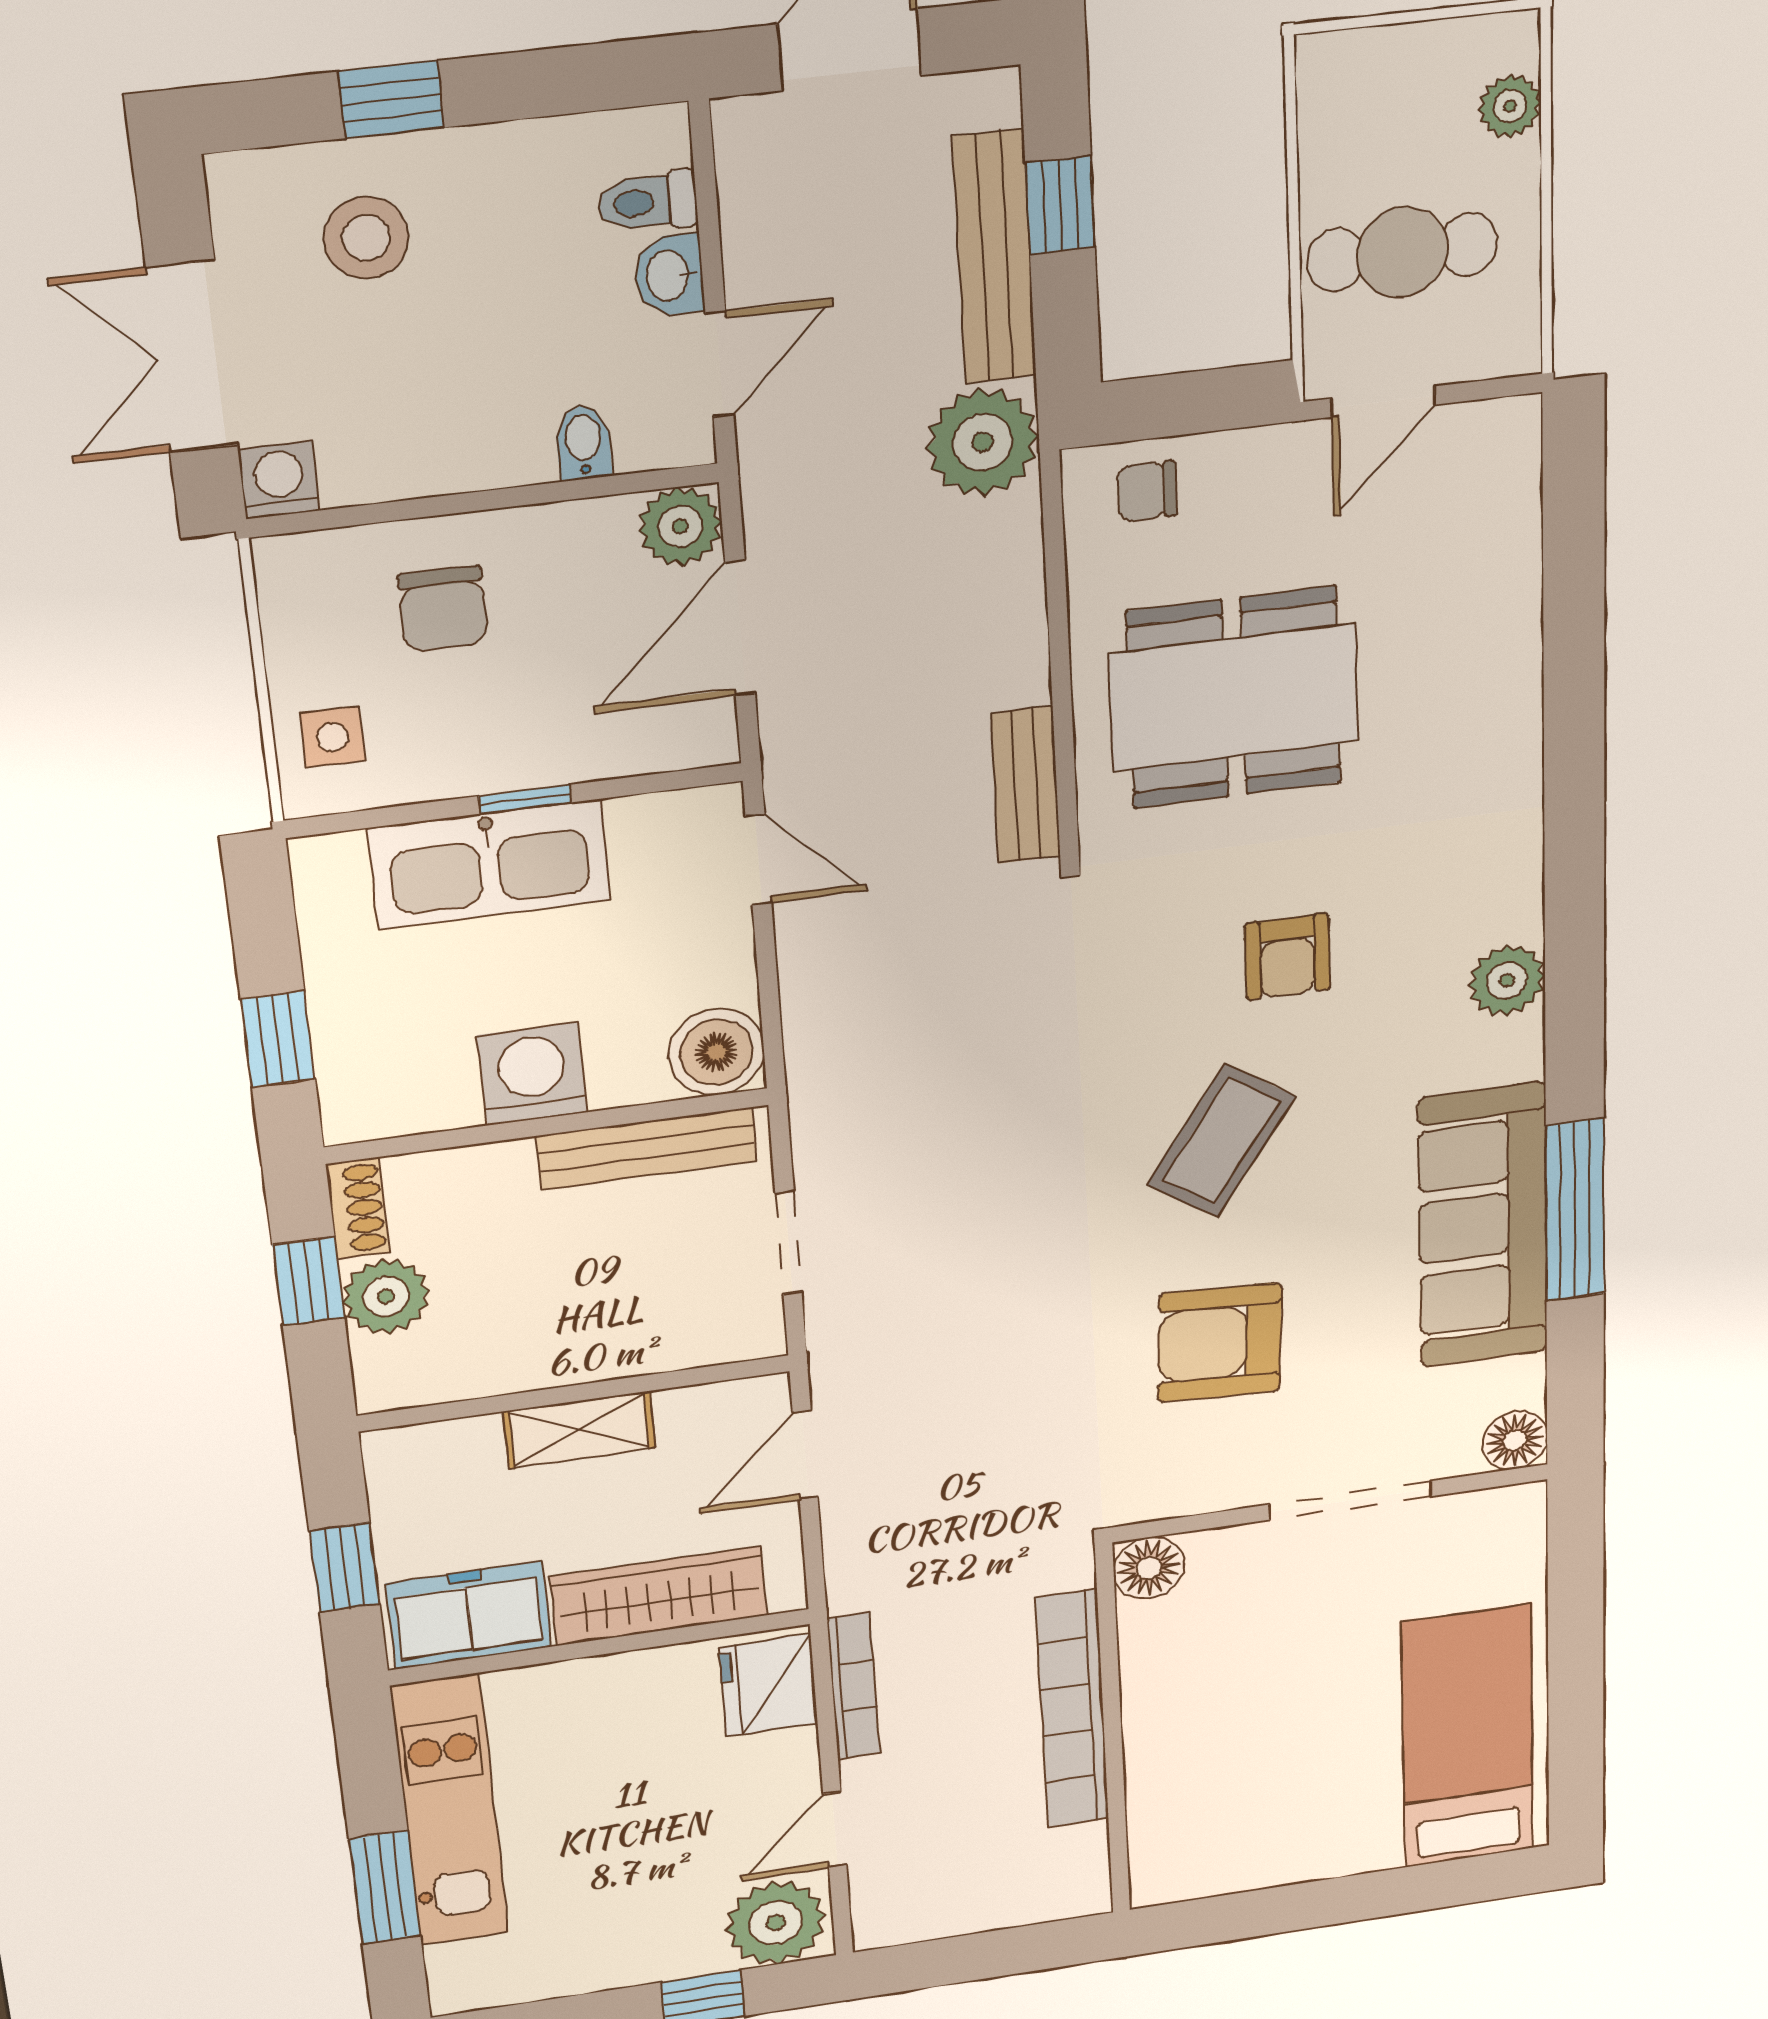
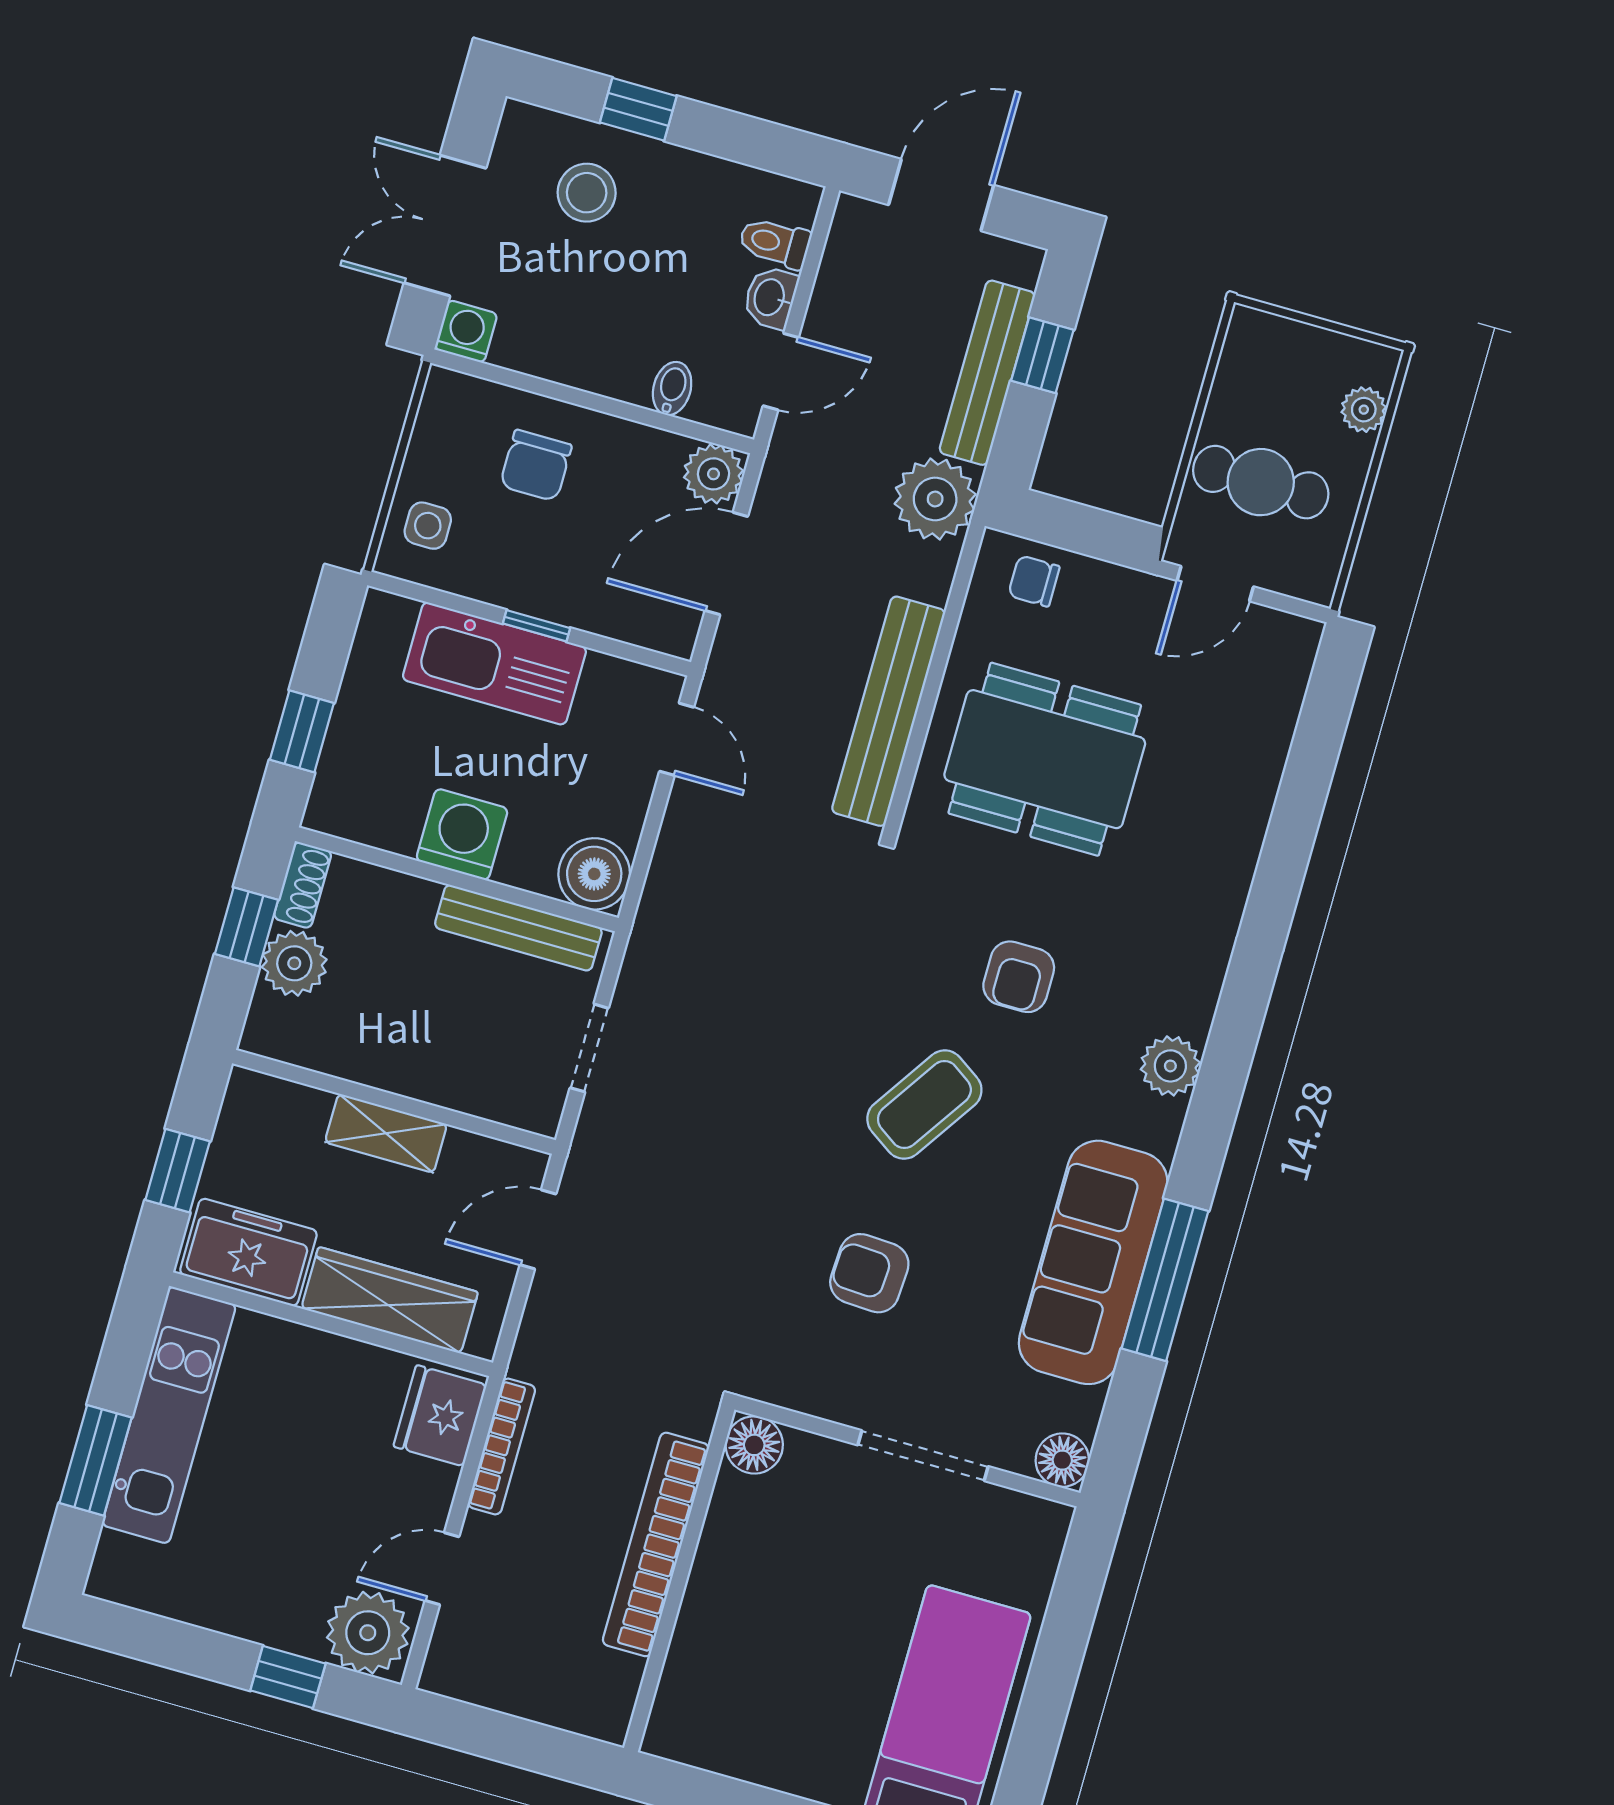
bench: (1026, 785) -> (888, 711), width x1.86, depth x1.21
armchair: (1220, 1343) -> (869, 1273), width x0.72, depth x0.72

